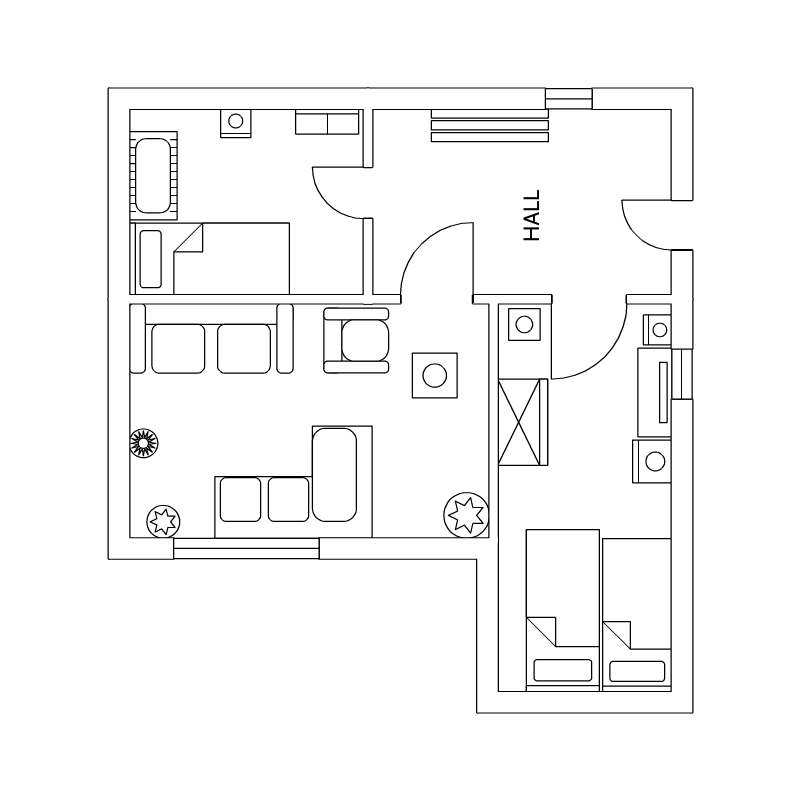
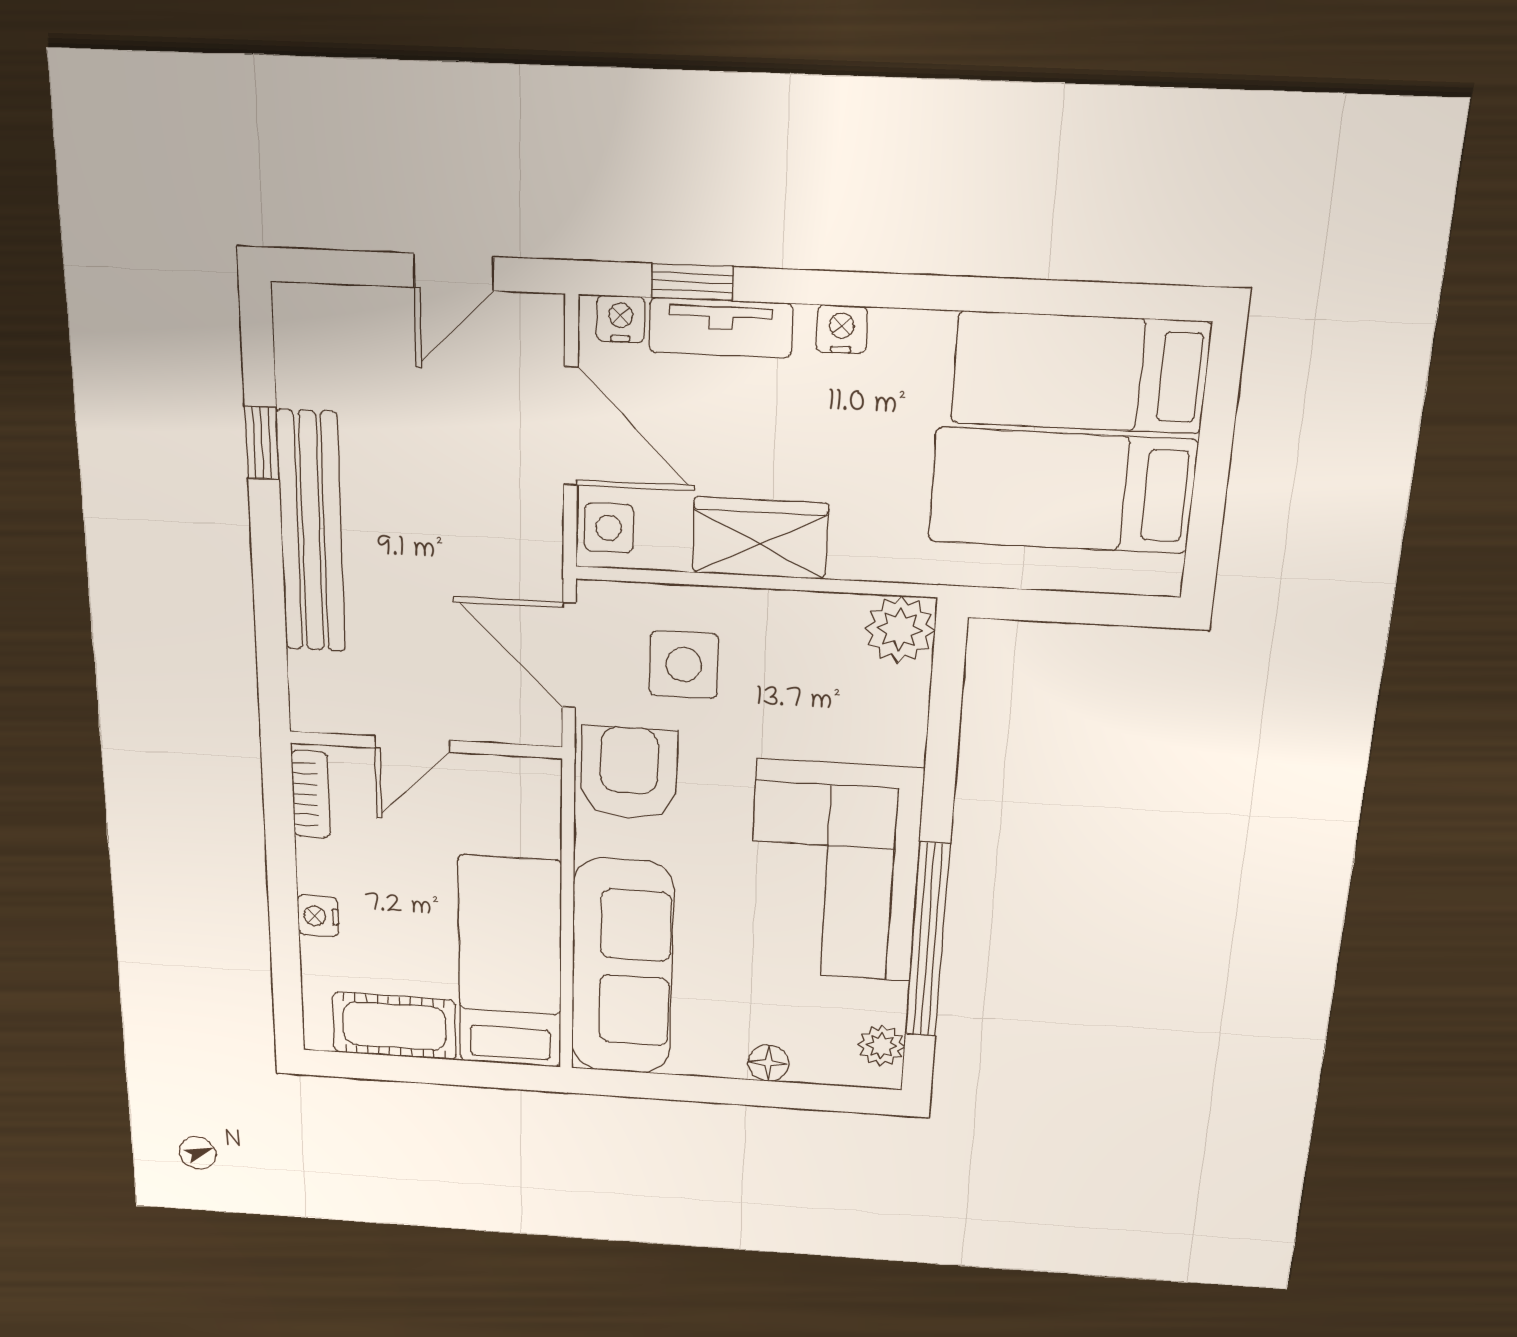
bench: (490, 125) -> (311, 532), width x1.37, depth x1.21
nightstand: (652, 461) -> (842, 329), width x0.72, depth x0.74

